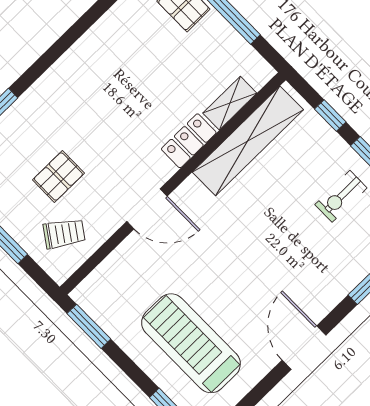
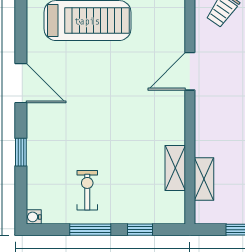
locker: (189, 141) -> (205, 134), removed
shelving: (248, 141) -> (175, 168), width x0.45, depth x0.75

